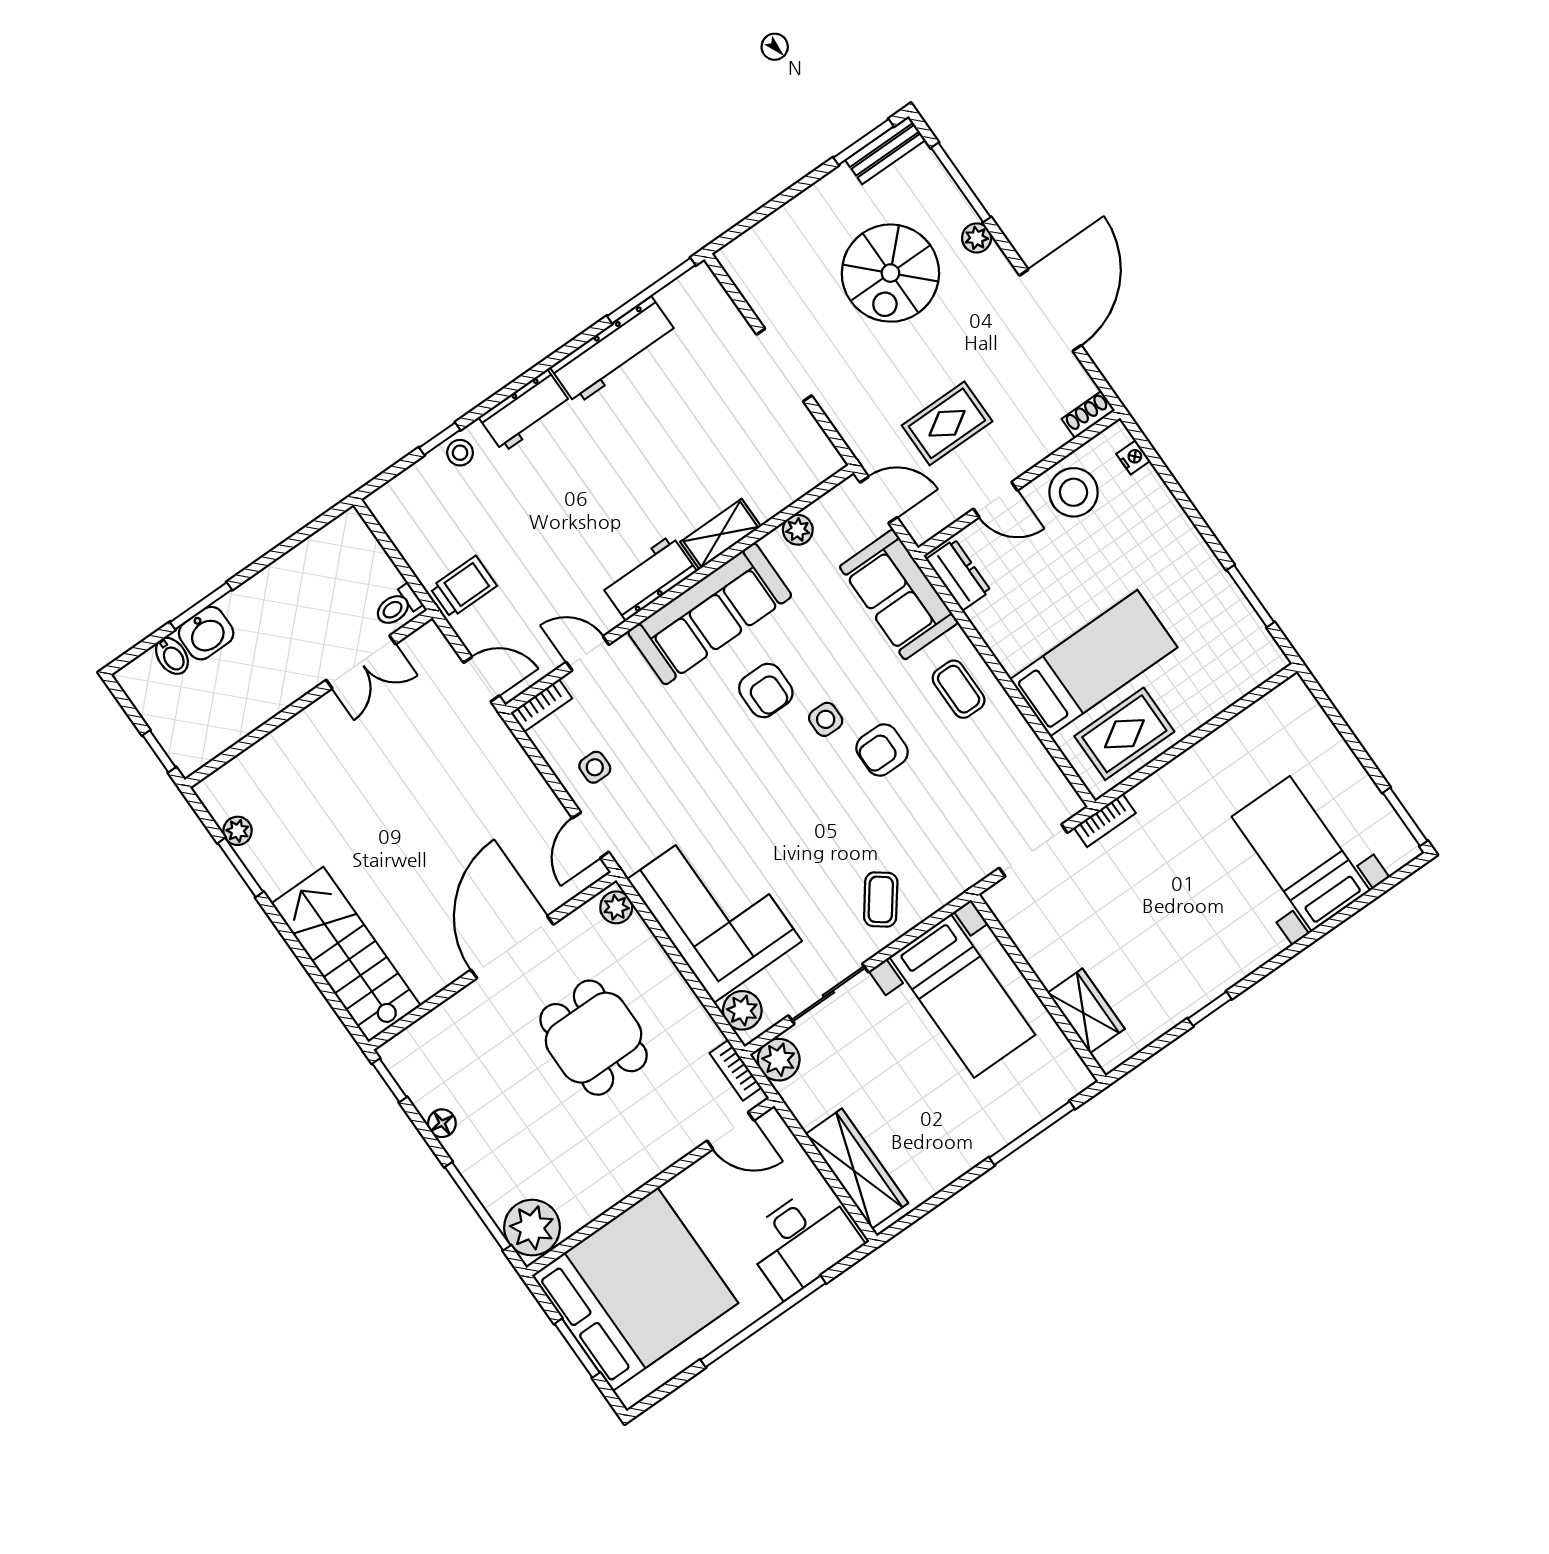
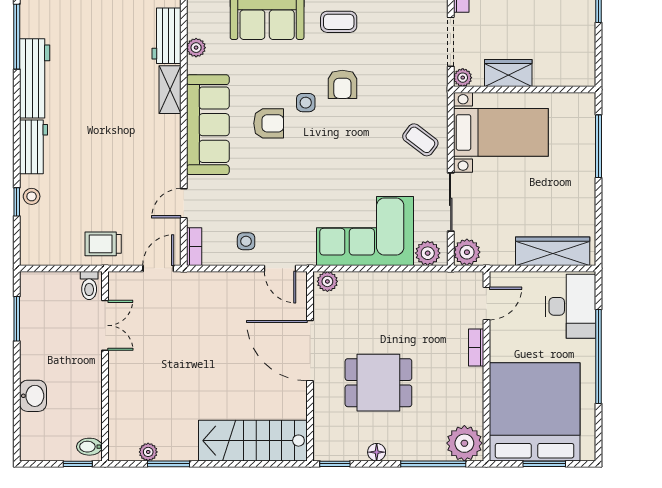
workbench: (649, 578) -> (166, 36), moved
trolley: (463, 587) -> (103, 244), turned -90
window: (201, 606) -> (17, 319), moved
bidet: (172, 656) -> (89, 447), moved, turned 180
plant: (998, 898) -> (463, 78), added
wardrobe: (1086, 1011) -> (508, 73), moved
dining table: (594, 1038) -> (378, 383), moved
bookcase: (736, 1070) -> (476, 348), moved, turned 90

